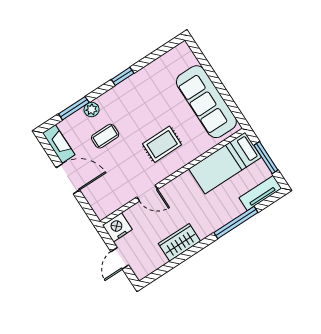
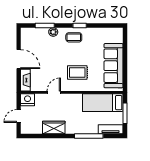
coffee table: (105, 136) -> (74, 37), moved
fireplace: (59, 144) -> (25, 80), moved
door: (147, 193) -> (54, 92), swing flipped

